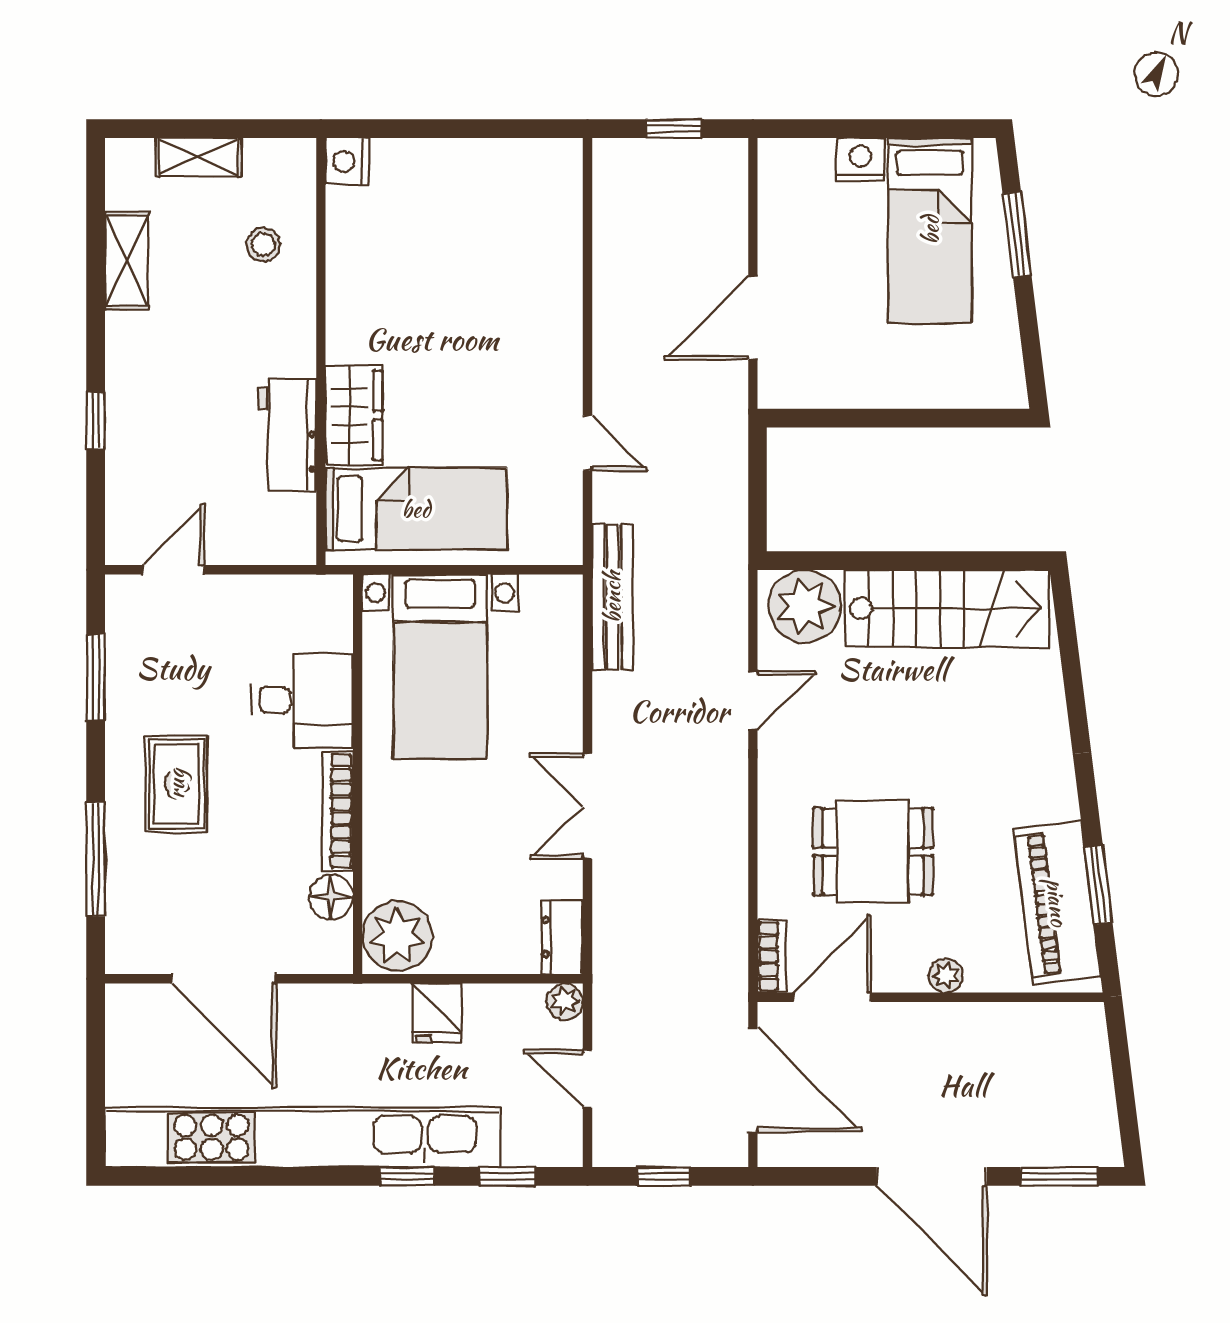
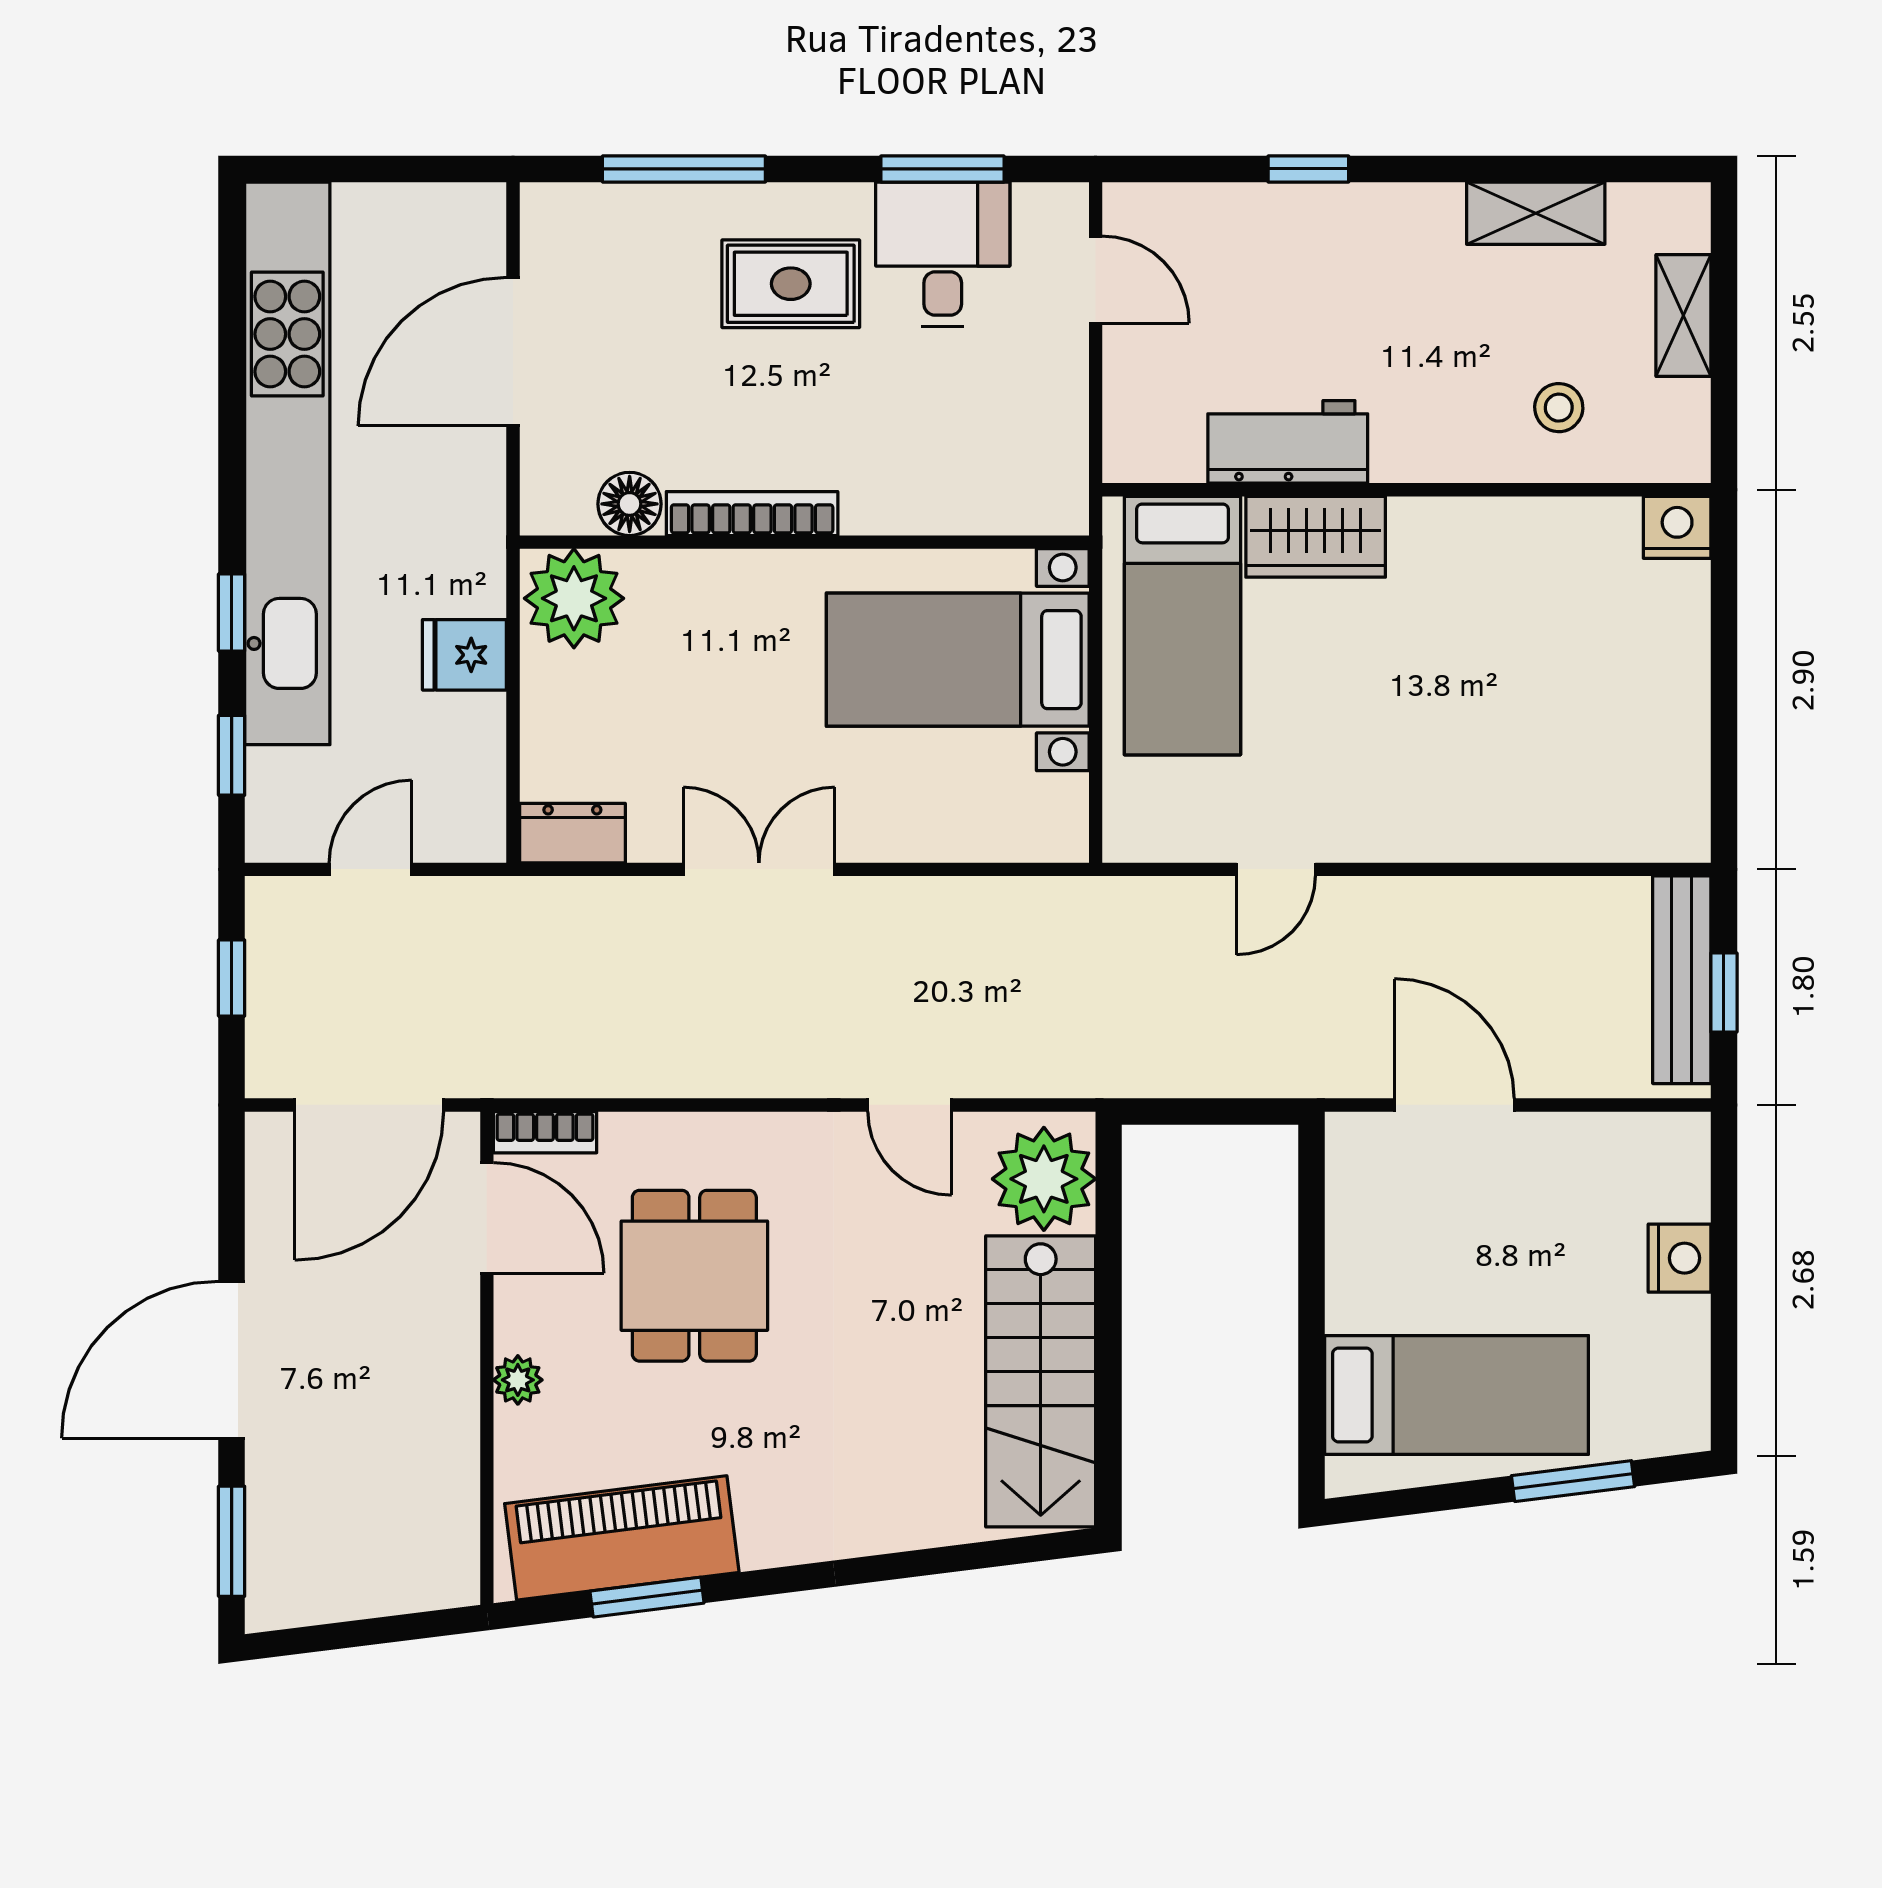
bed: (930, 230) -> (1457, 1395), moved, turned 180
bench: (612, 597) -> (1682, 980), moved, turned 90
desk: (302, 700) -> (943, 254), moved, turned 180
plant: (565, 1001) -> (481, 837), removed

